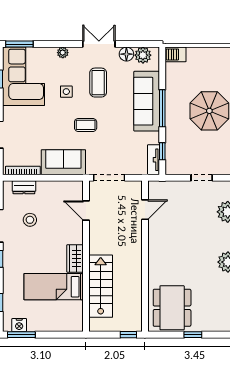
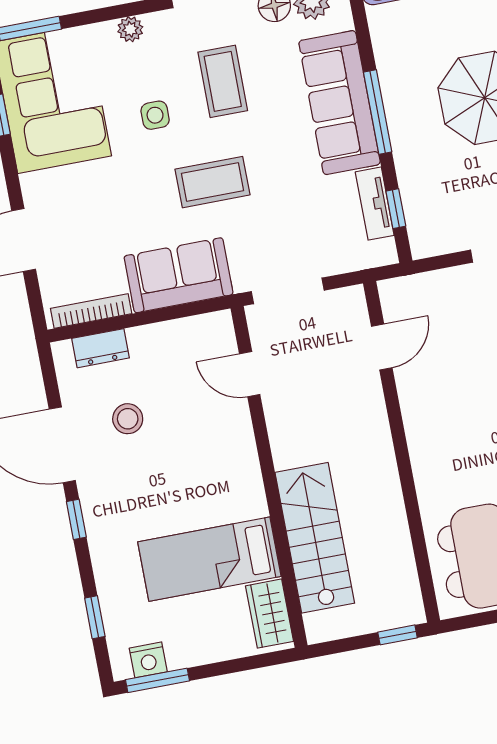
coffee table: (86, 125) -> (213, 182), width x1.36, depth x1.30
tv unit: (154, 160) -> (375, 204), moved
wardrobe: (75, 258) -> (270, 614), moved

